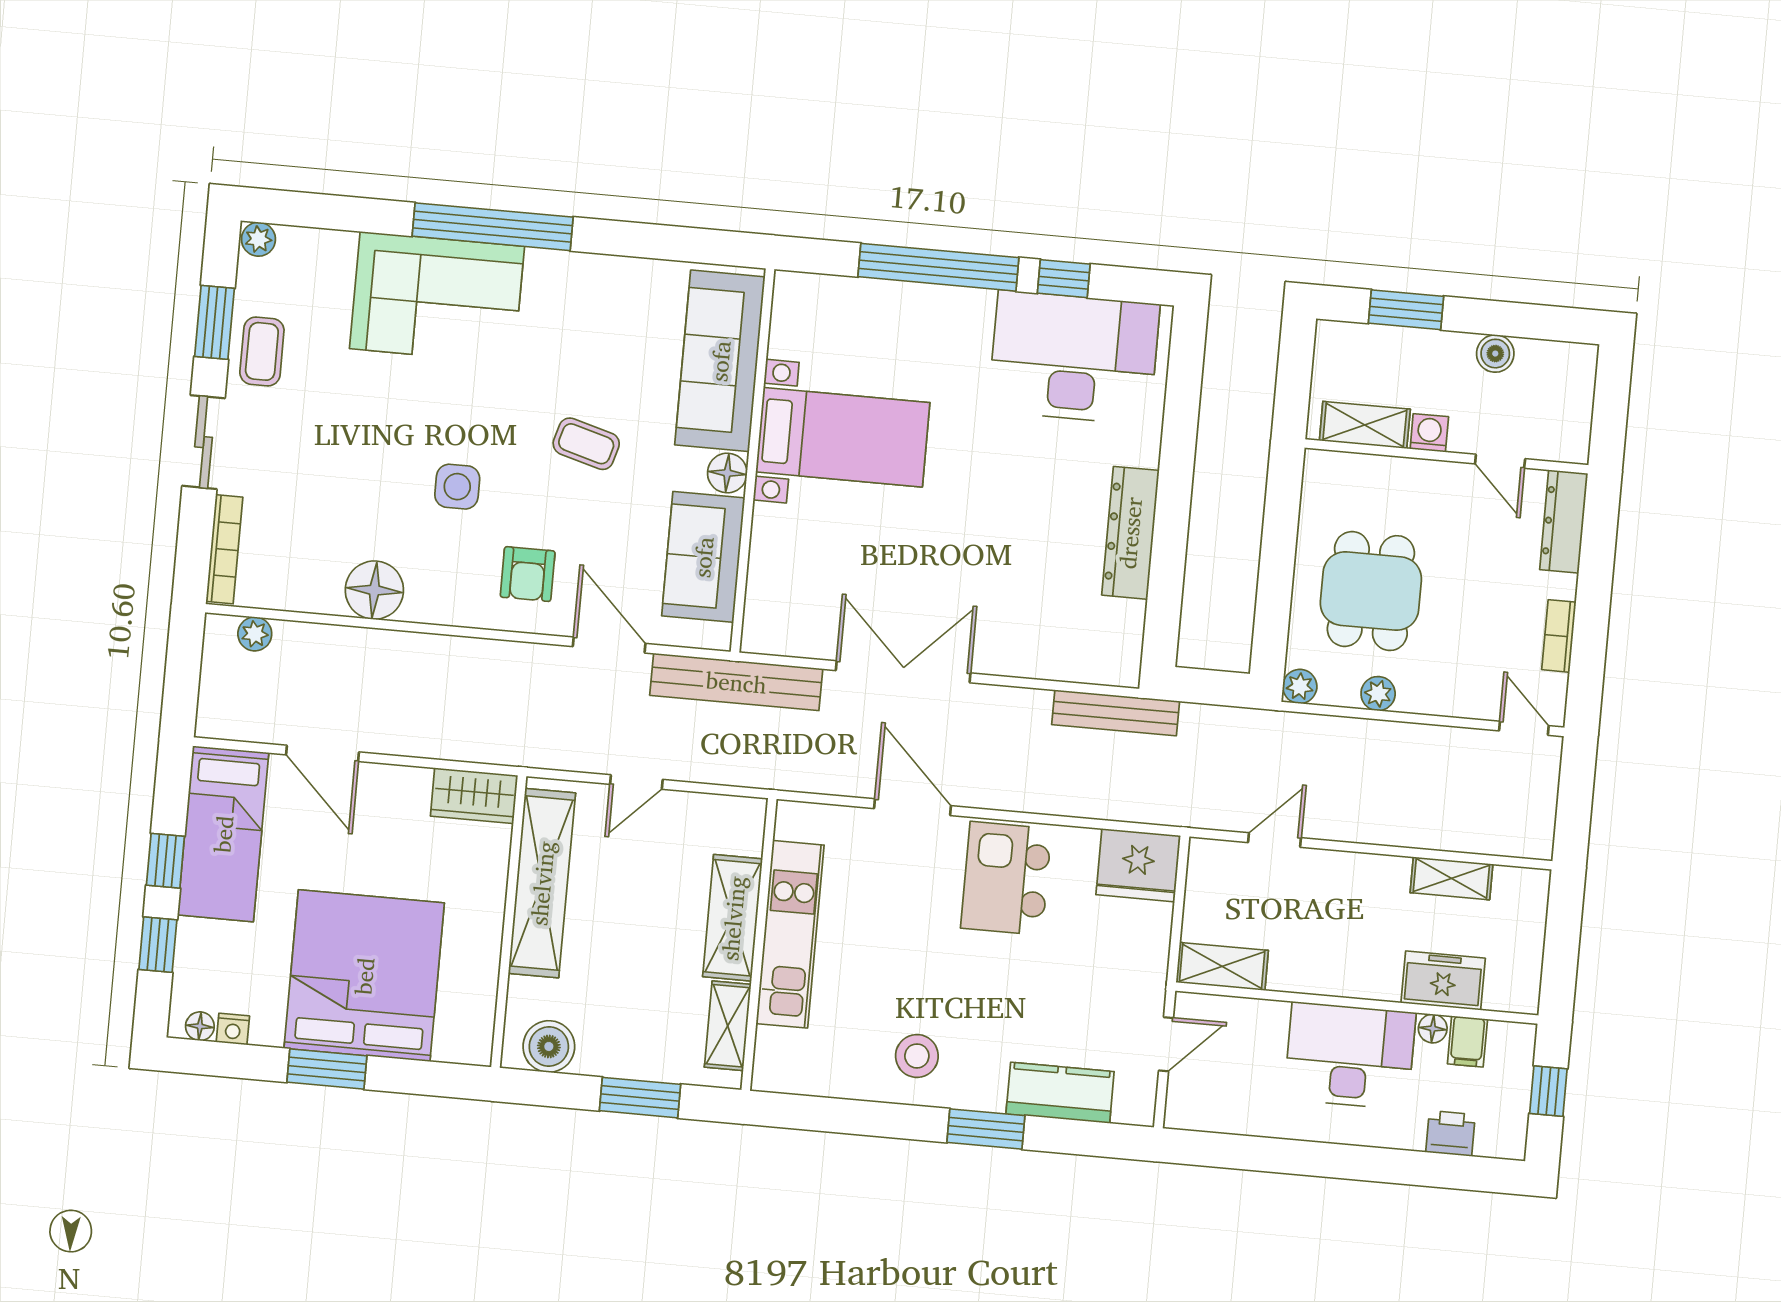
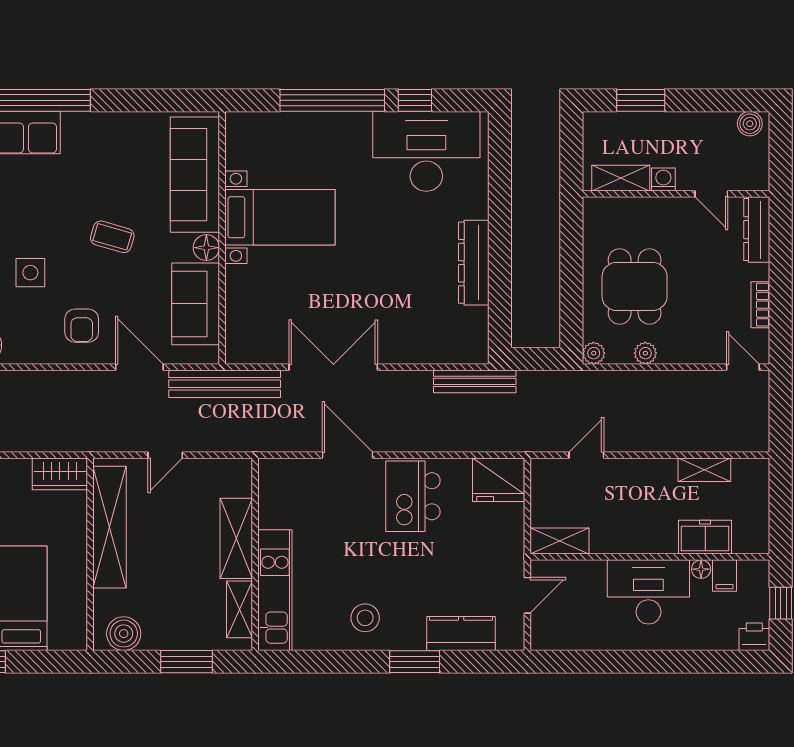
boiler: (1495, 354) -> (750, 124), moved
kitchen unit: (790, 934) -> (275, 590), moved
printer: (1450, 1133) -> (754, 637), moved

